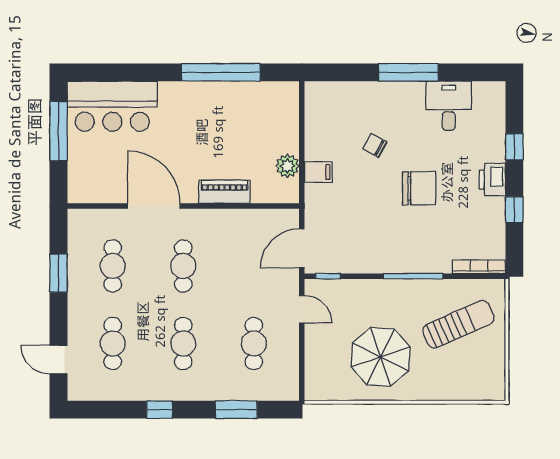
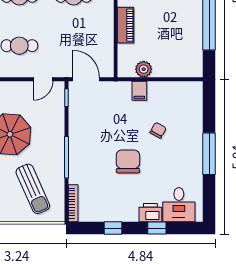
desk: (449, 106) -> (179, 205), moved, turned 90
printer: (492, 180) -> (150, 213), moved
chair: (419, 188) -> (128, 161), turned 180

